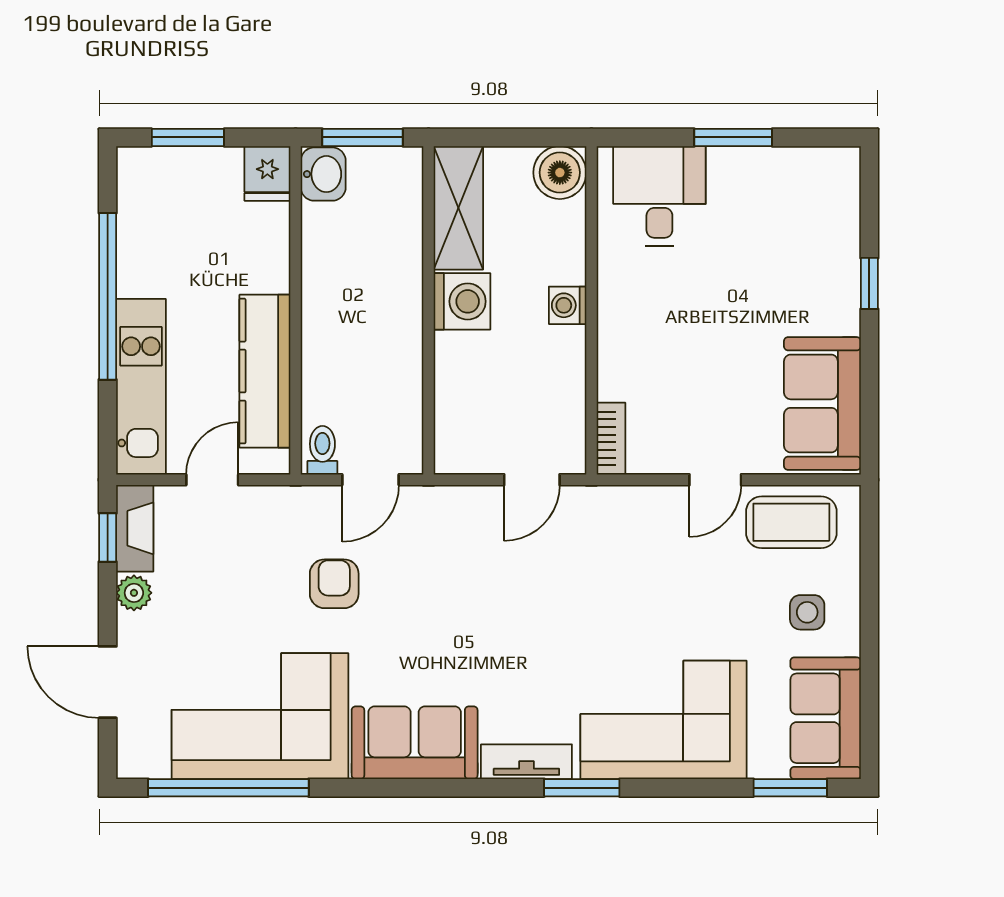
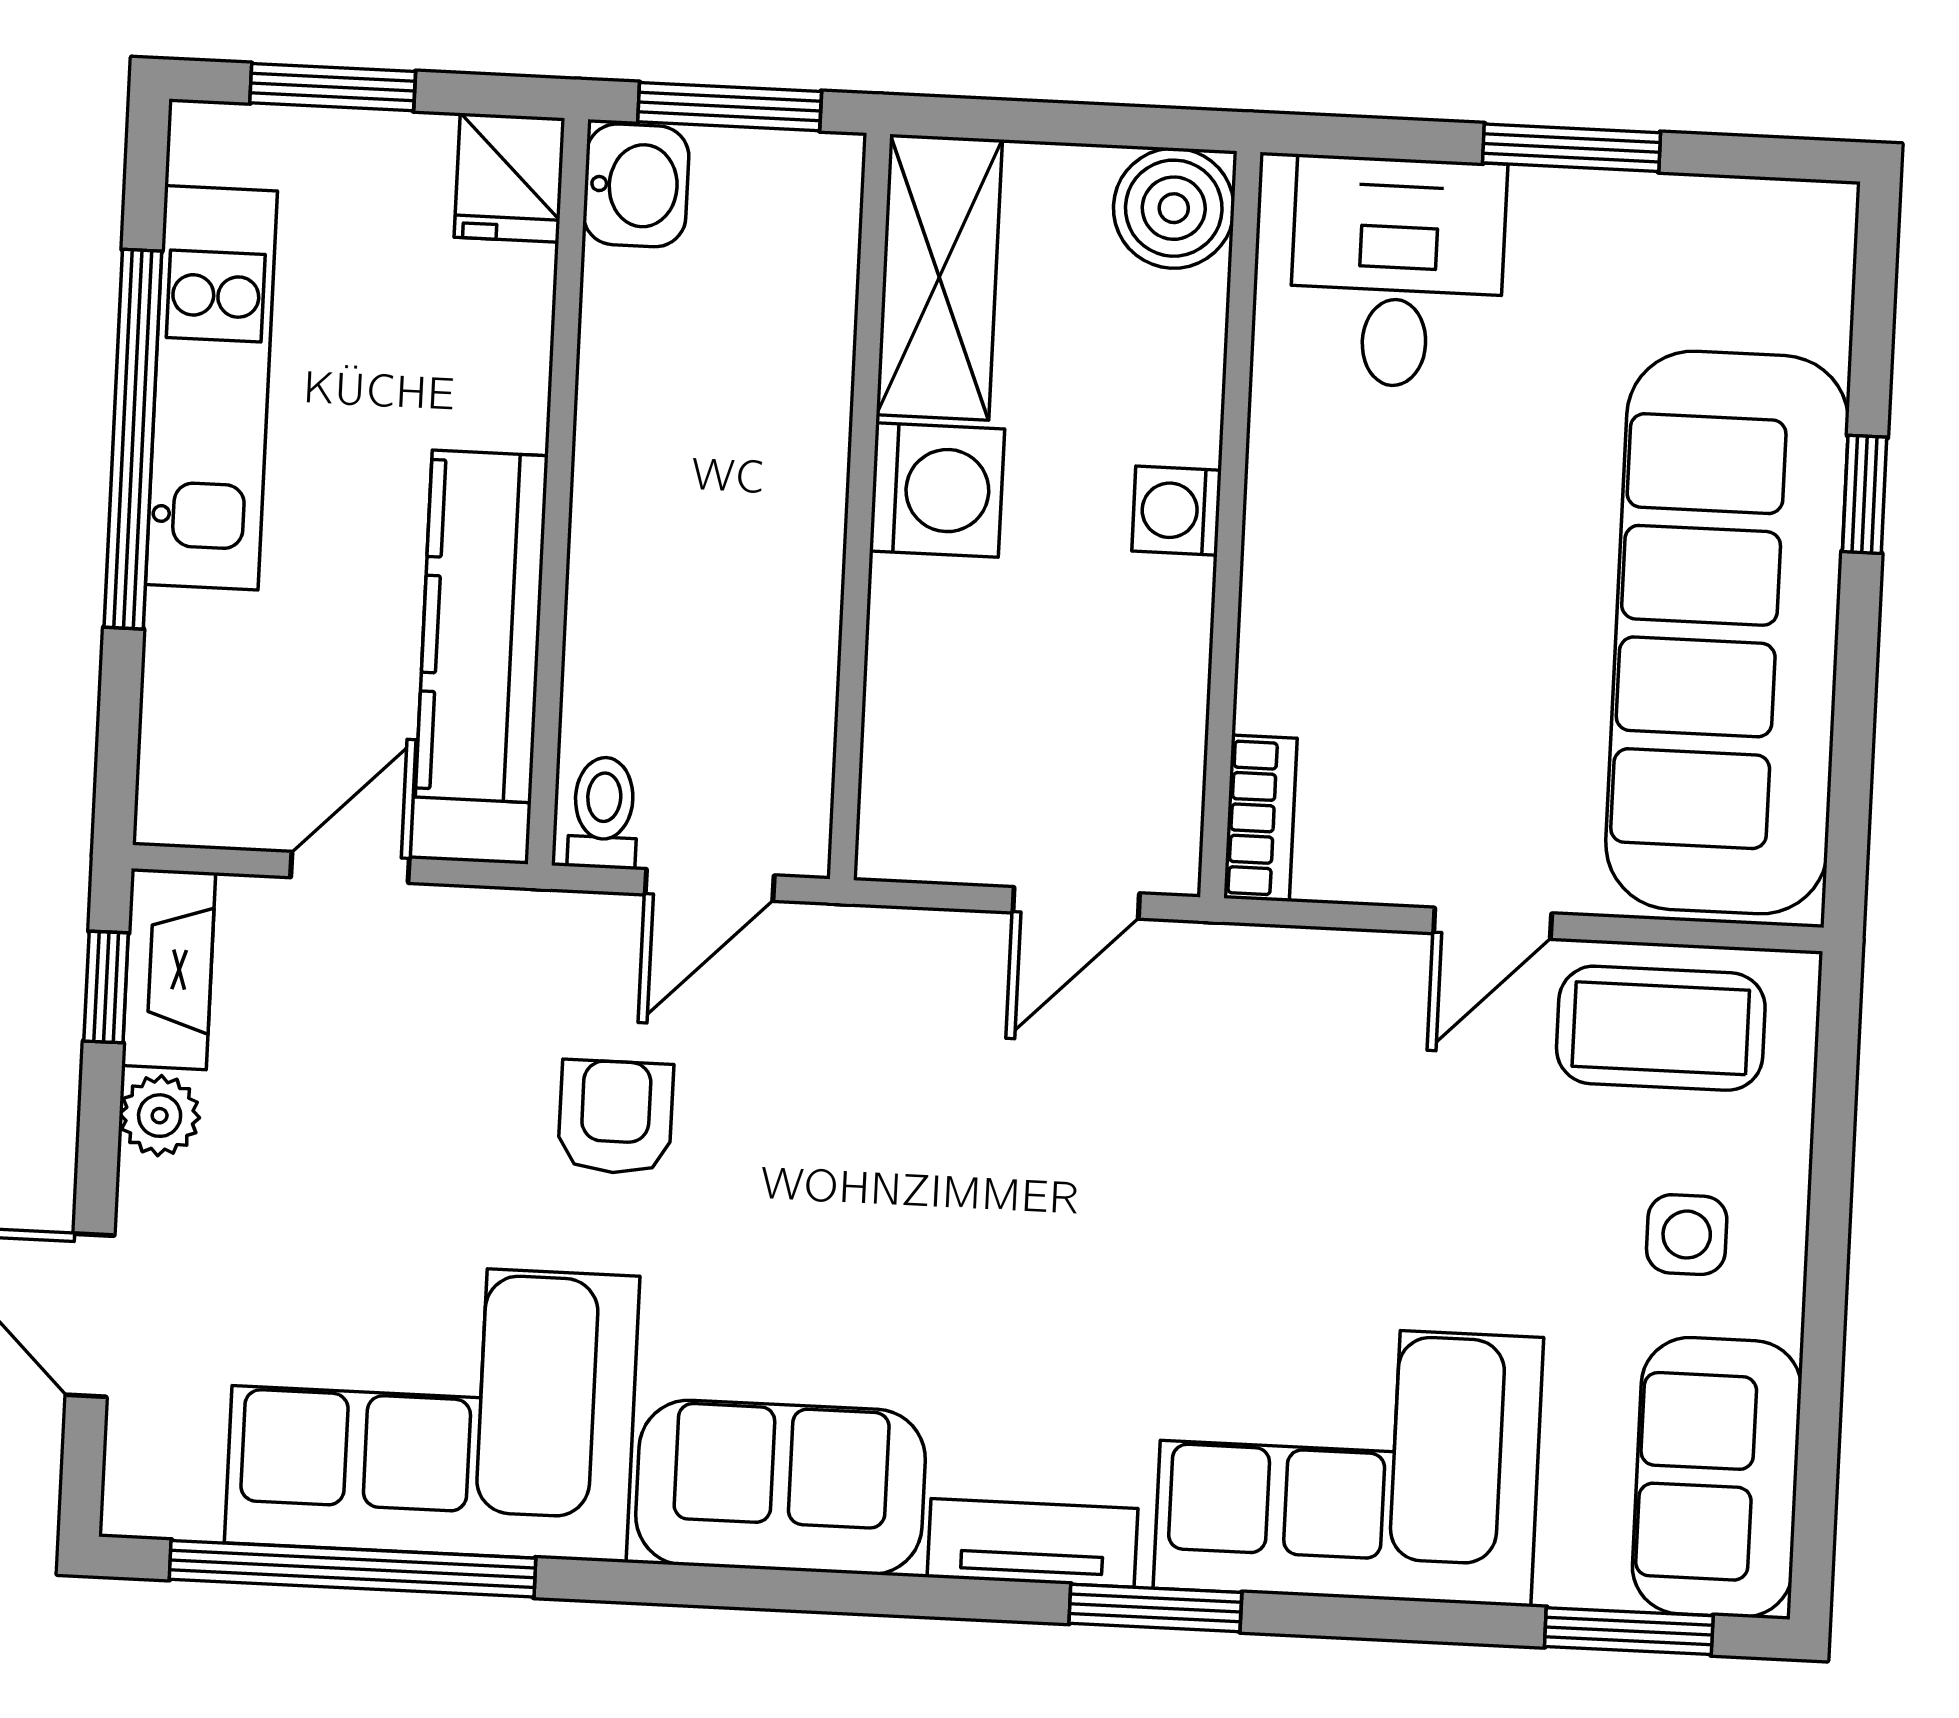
kitchen unit: (141, 387) -> (211, 388), moved
sofa: (822, 404) -> (1727, 633), width x1.85, depth x1.27

